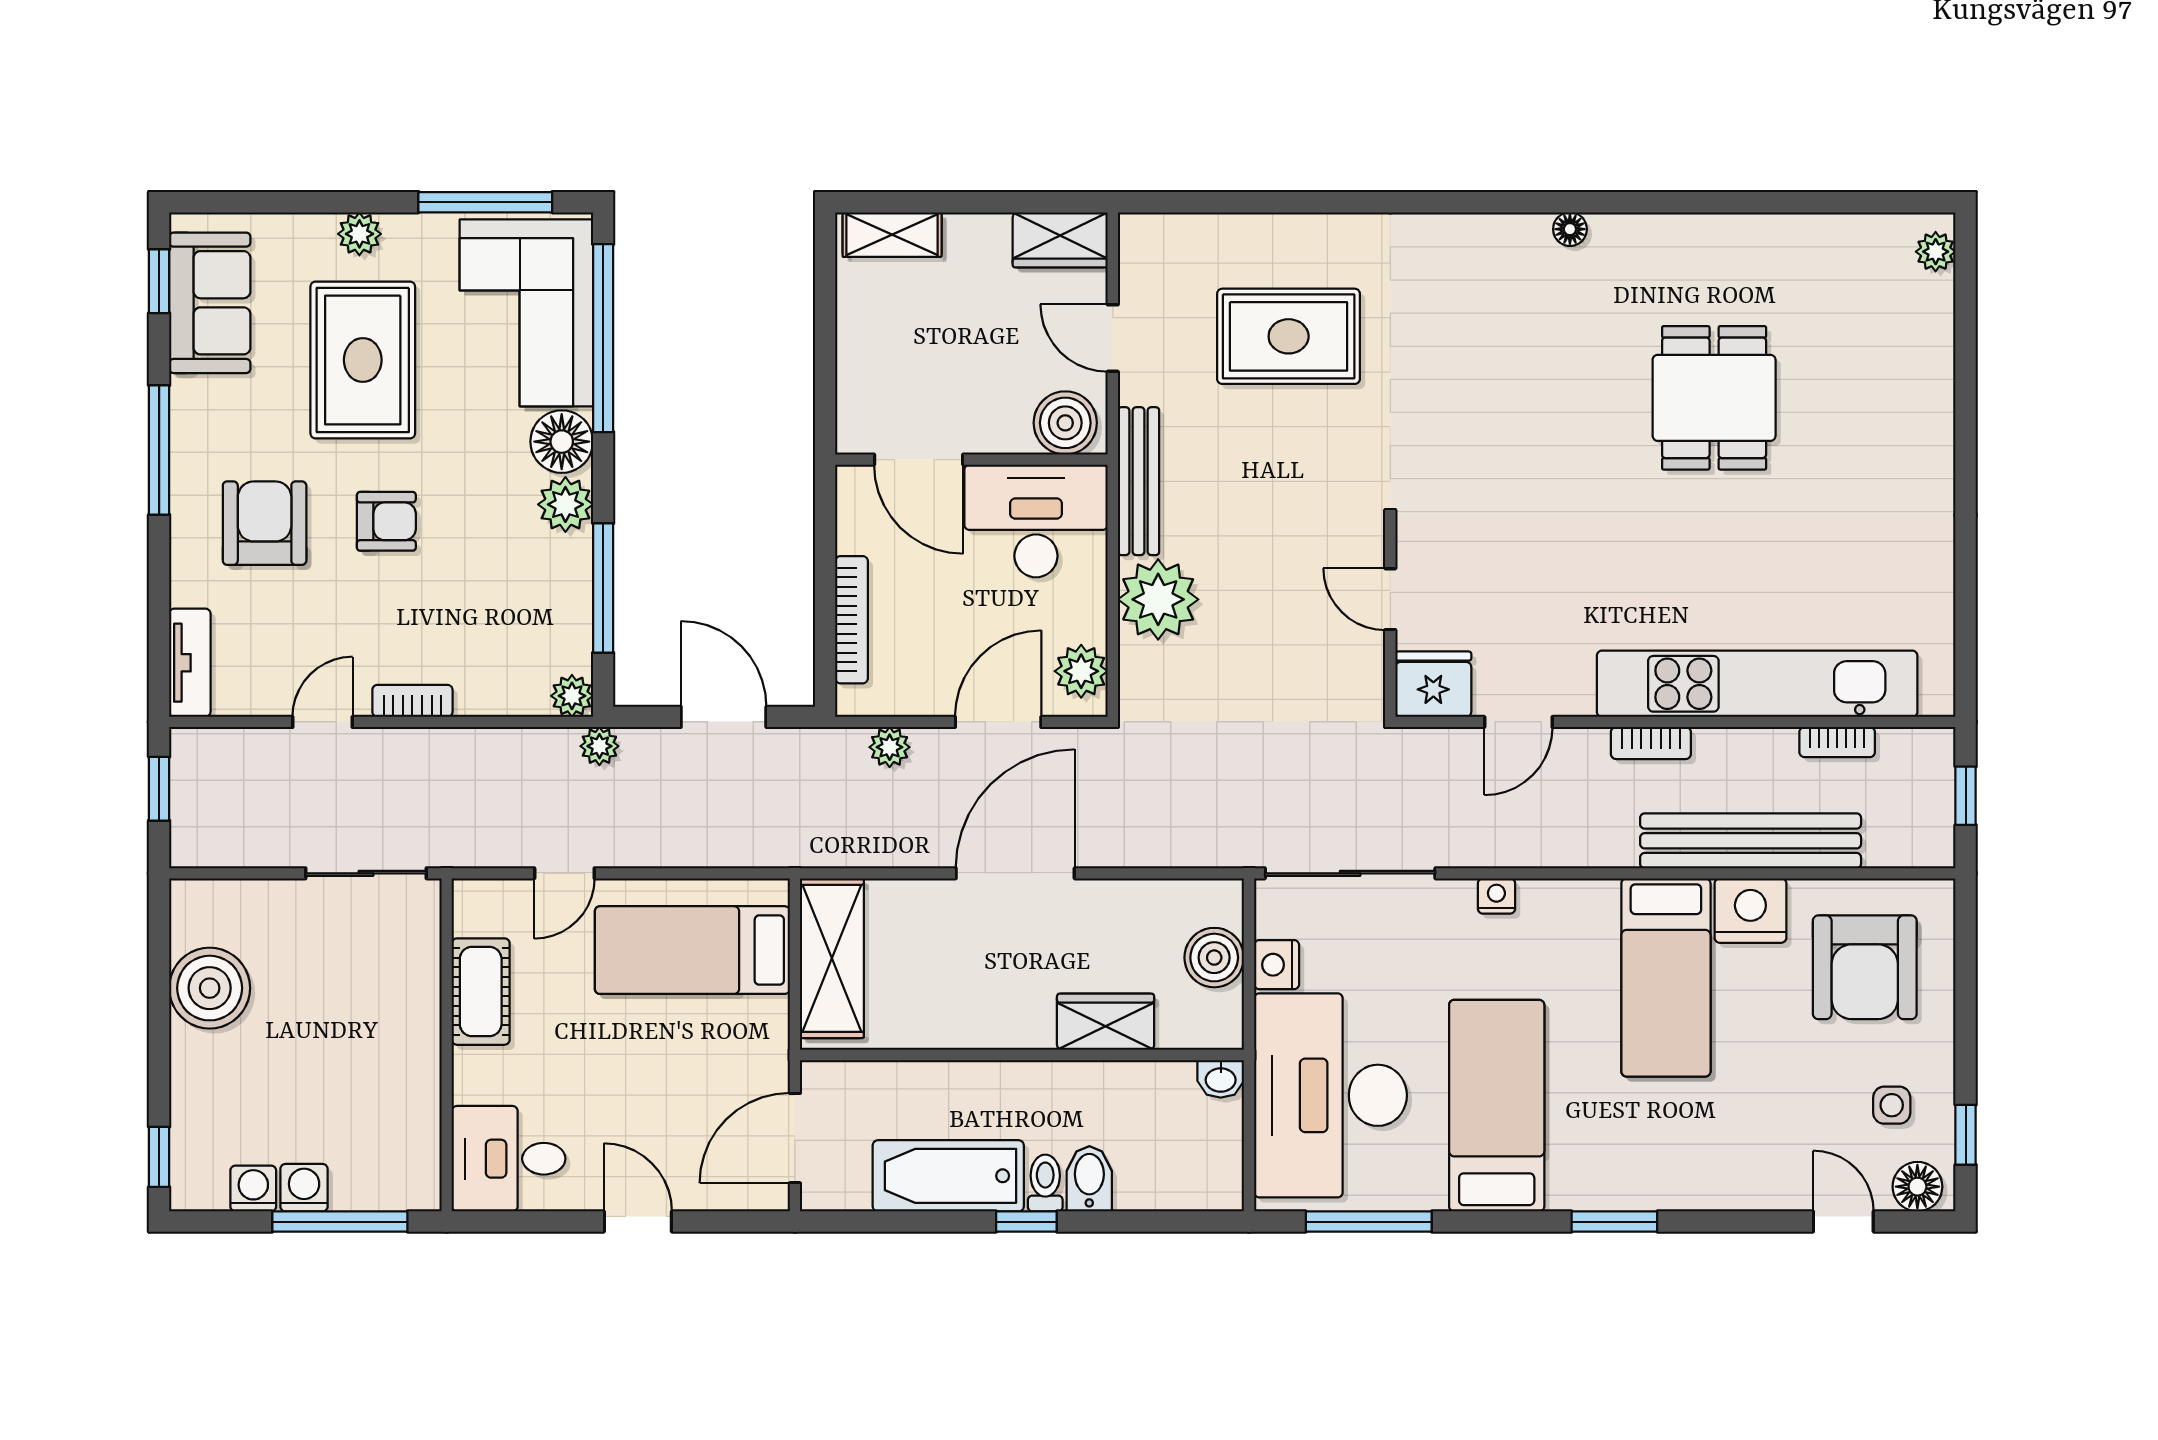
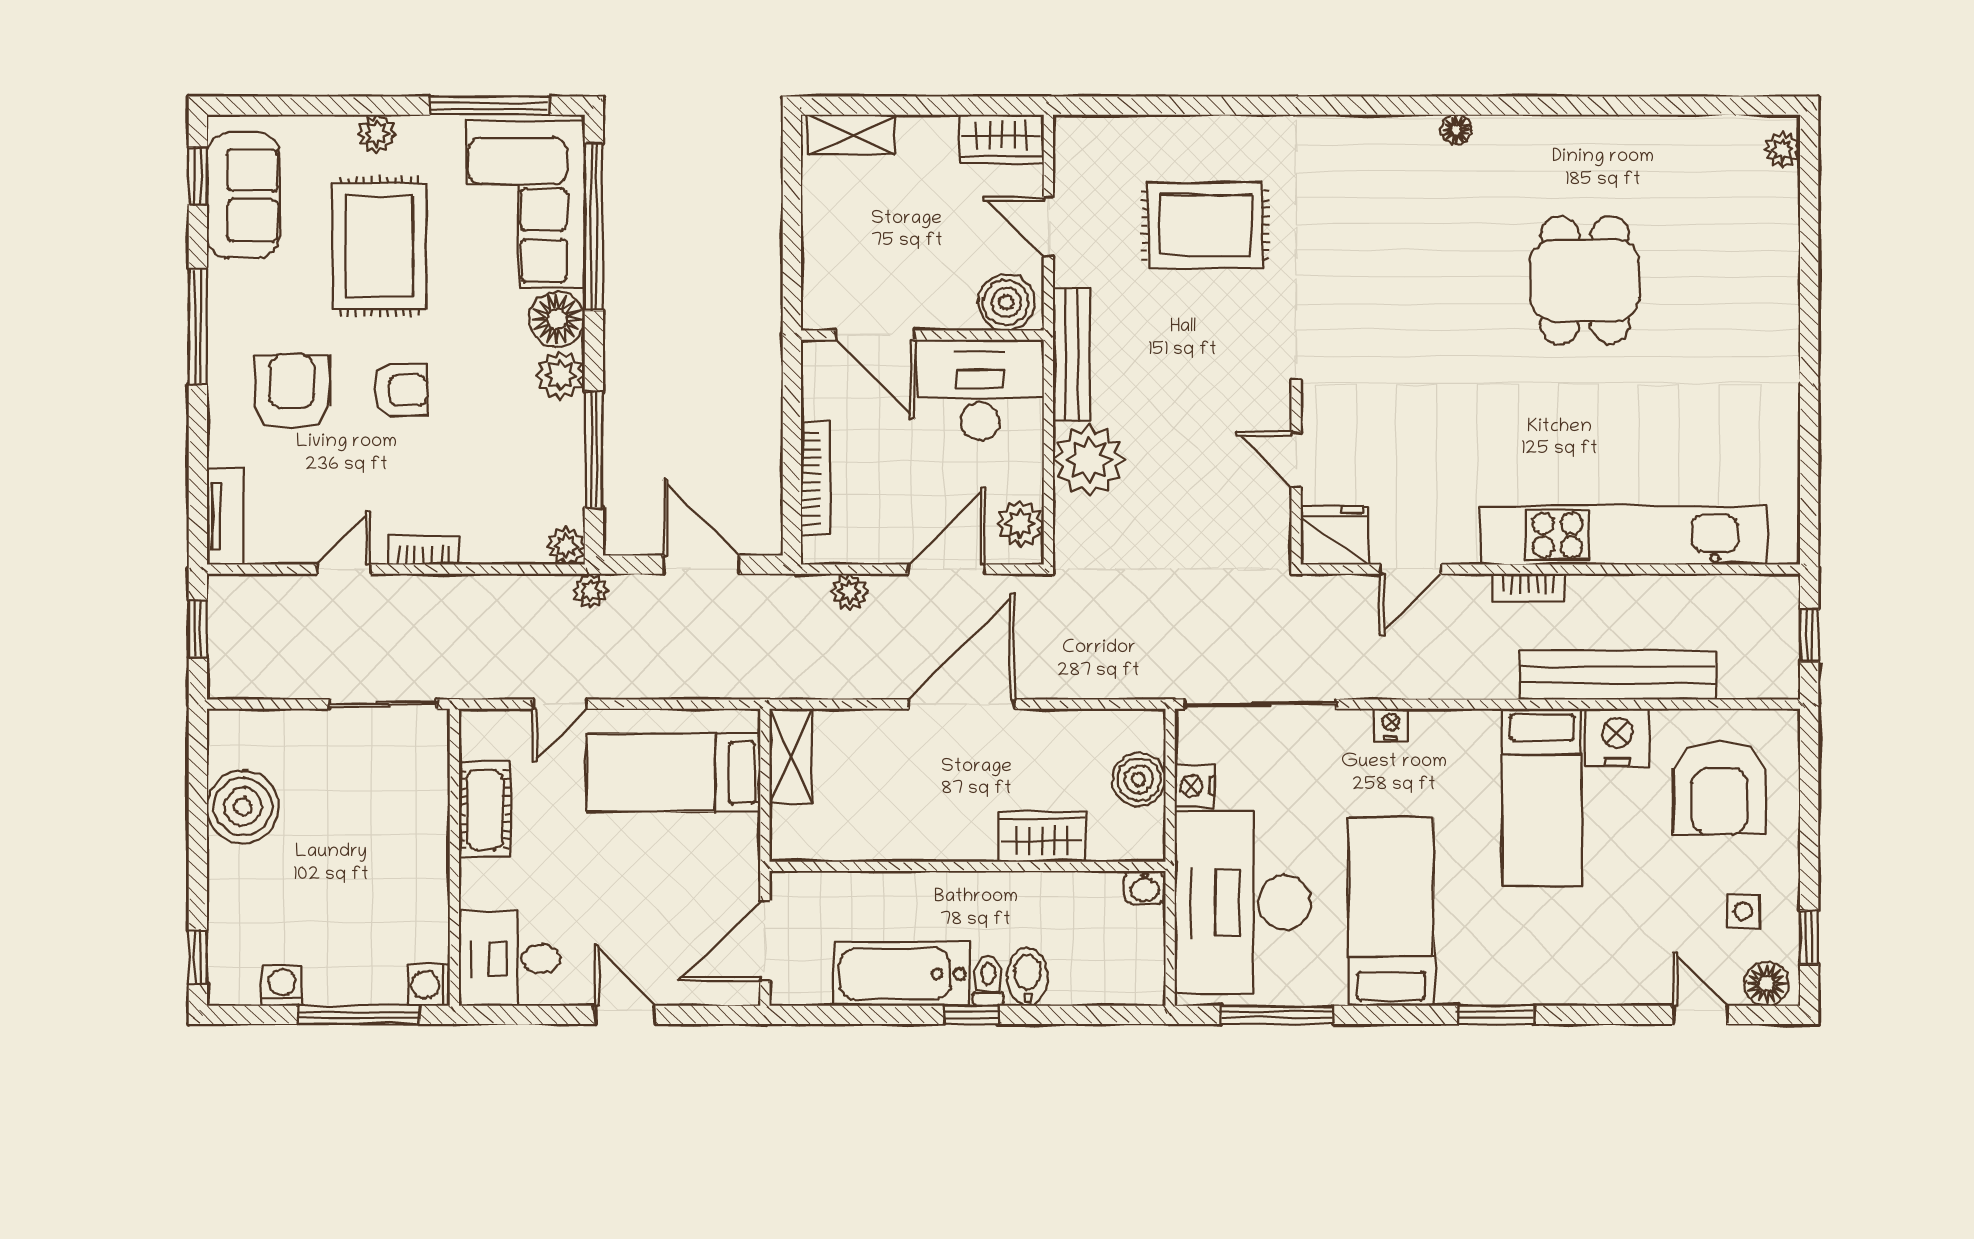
bookcase: (1837, 742) -> (1695, 587), removed
shelving: (832, 958) -> (791, 756), width x0.67, depth x0.75
washing machine: (304, 1188) -> (429, 985), moved, turned -90

